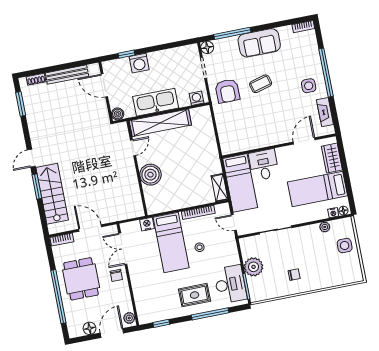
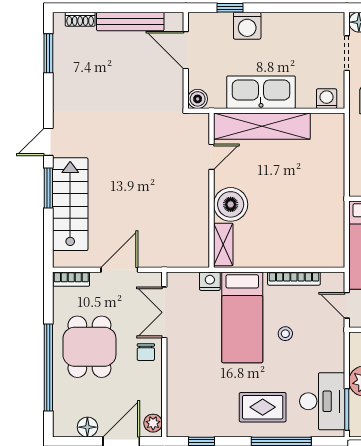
shelving: (219, 188) -> (223, 244), moved
door: (90, 228) -> (119, 270), hinge flipped

